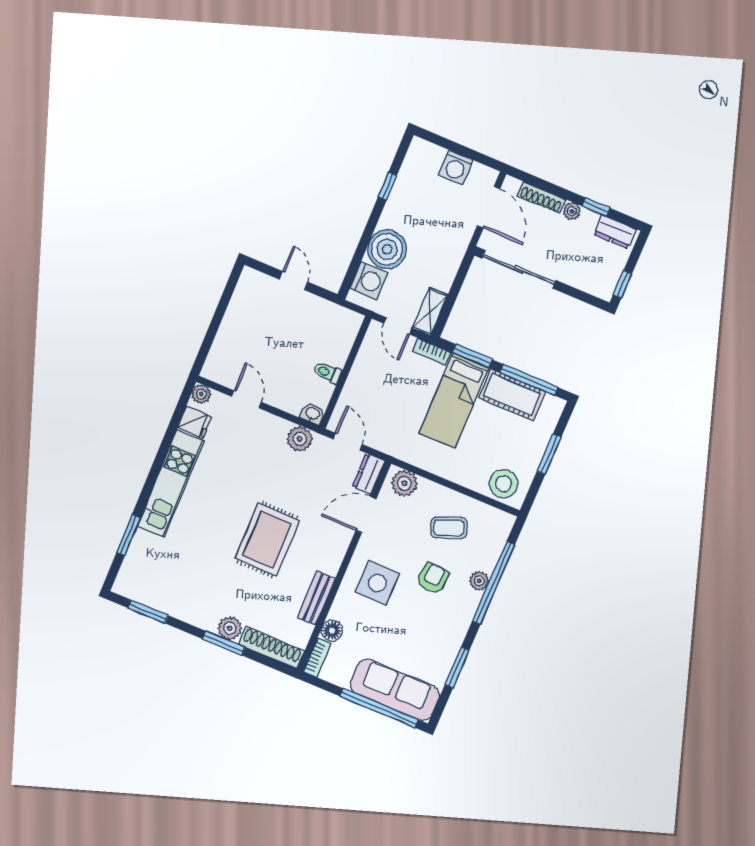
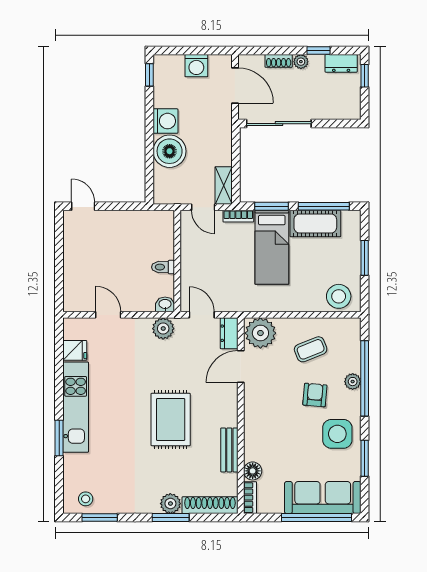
window: (388, 186) -> (149, 75), moved
shoe rack: (542, 198) -> (279, 61), width x0.70
door: (294, 281) -> (83, 206), moved
washing machine: (369, 281) -> (166, 121), moved
window: (622, 284) -> (365, 76), moved
plant: (201, 394) -> (71, 326), removed
plant: (404, 483) -> (260, 333), width x1.36, depth x1.36
window: (128, 535) -> (59, 438), moved
side table: (377, 583) -> (337, 434), moved
stool: (141, 586) -> (86, 499), added

